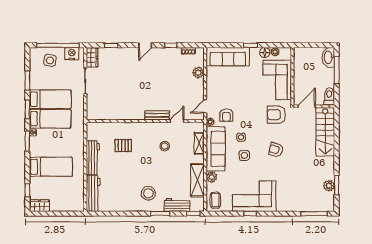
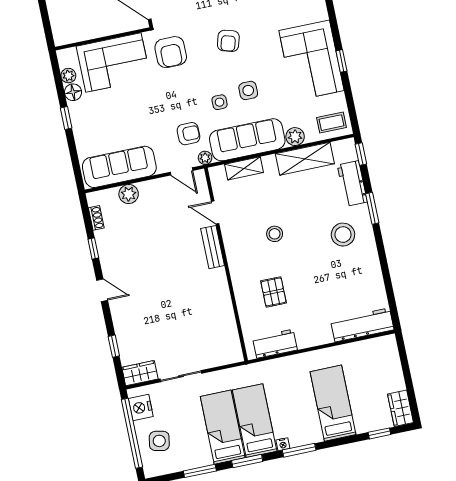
sofa: (228, 57) -> (119, 167), moved, turned -90
stool: (165, 146) -> (275, 234), moved
workbench: (93, 158) -> (275, 344), moved, width x0.73

